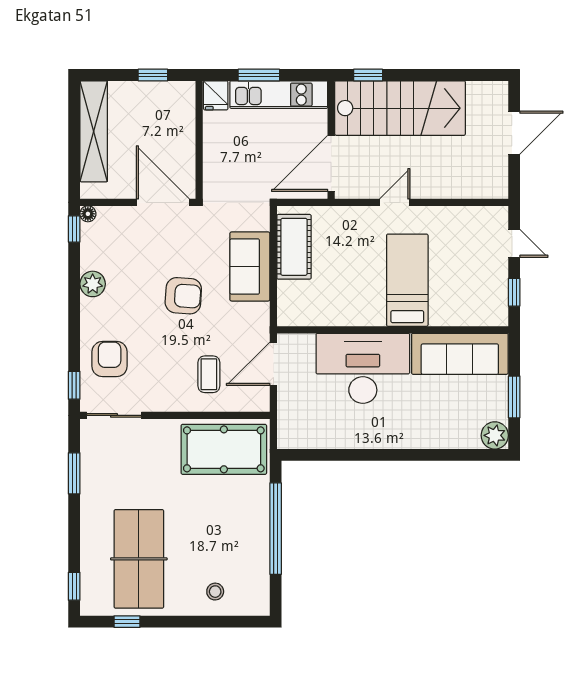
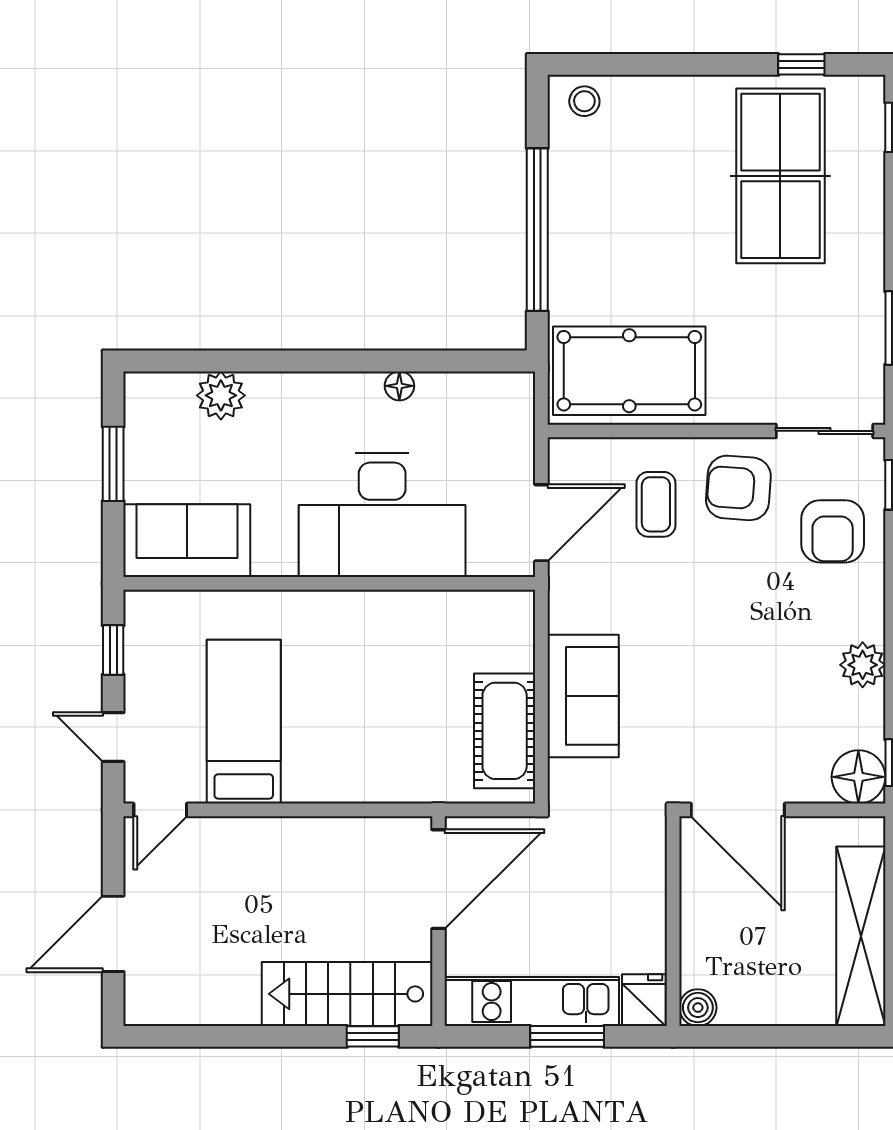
window: (153, 75) -> (755, 1036), removed
boiler: (185, 91) -> (698, 1008), added
stairs: (400, 108) -> (347, 994), width x0.73, depth x0.66
door: (395, 202) -> (160, 810), moved
floor lamp: (88, 214) -> (858, 777), width x1.89, depth x1.89
bed: (407, 280) -> (244, 722), moved, turned 180
armchair: (183, 296) -> (738, 488), moved
sofa: (460, 354) -> (187, 541), width x0.73
plant: (495, 435) -> (221, 395), moved
floor lamp: (353, 441) -> (399, 386), added
stool: (215, 592) -> (584, 101), moved

